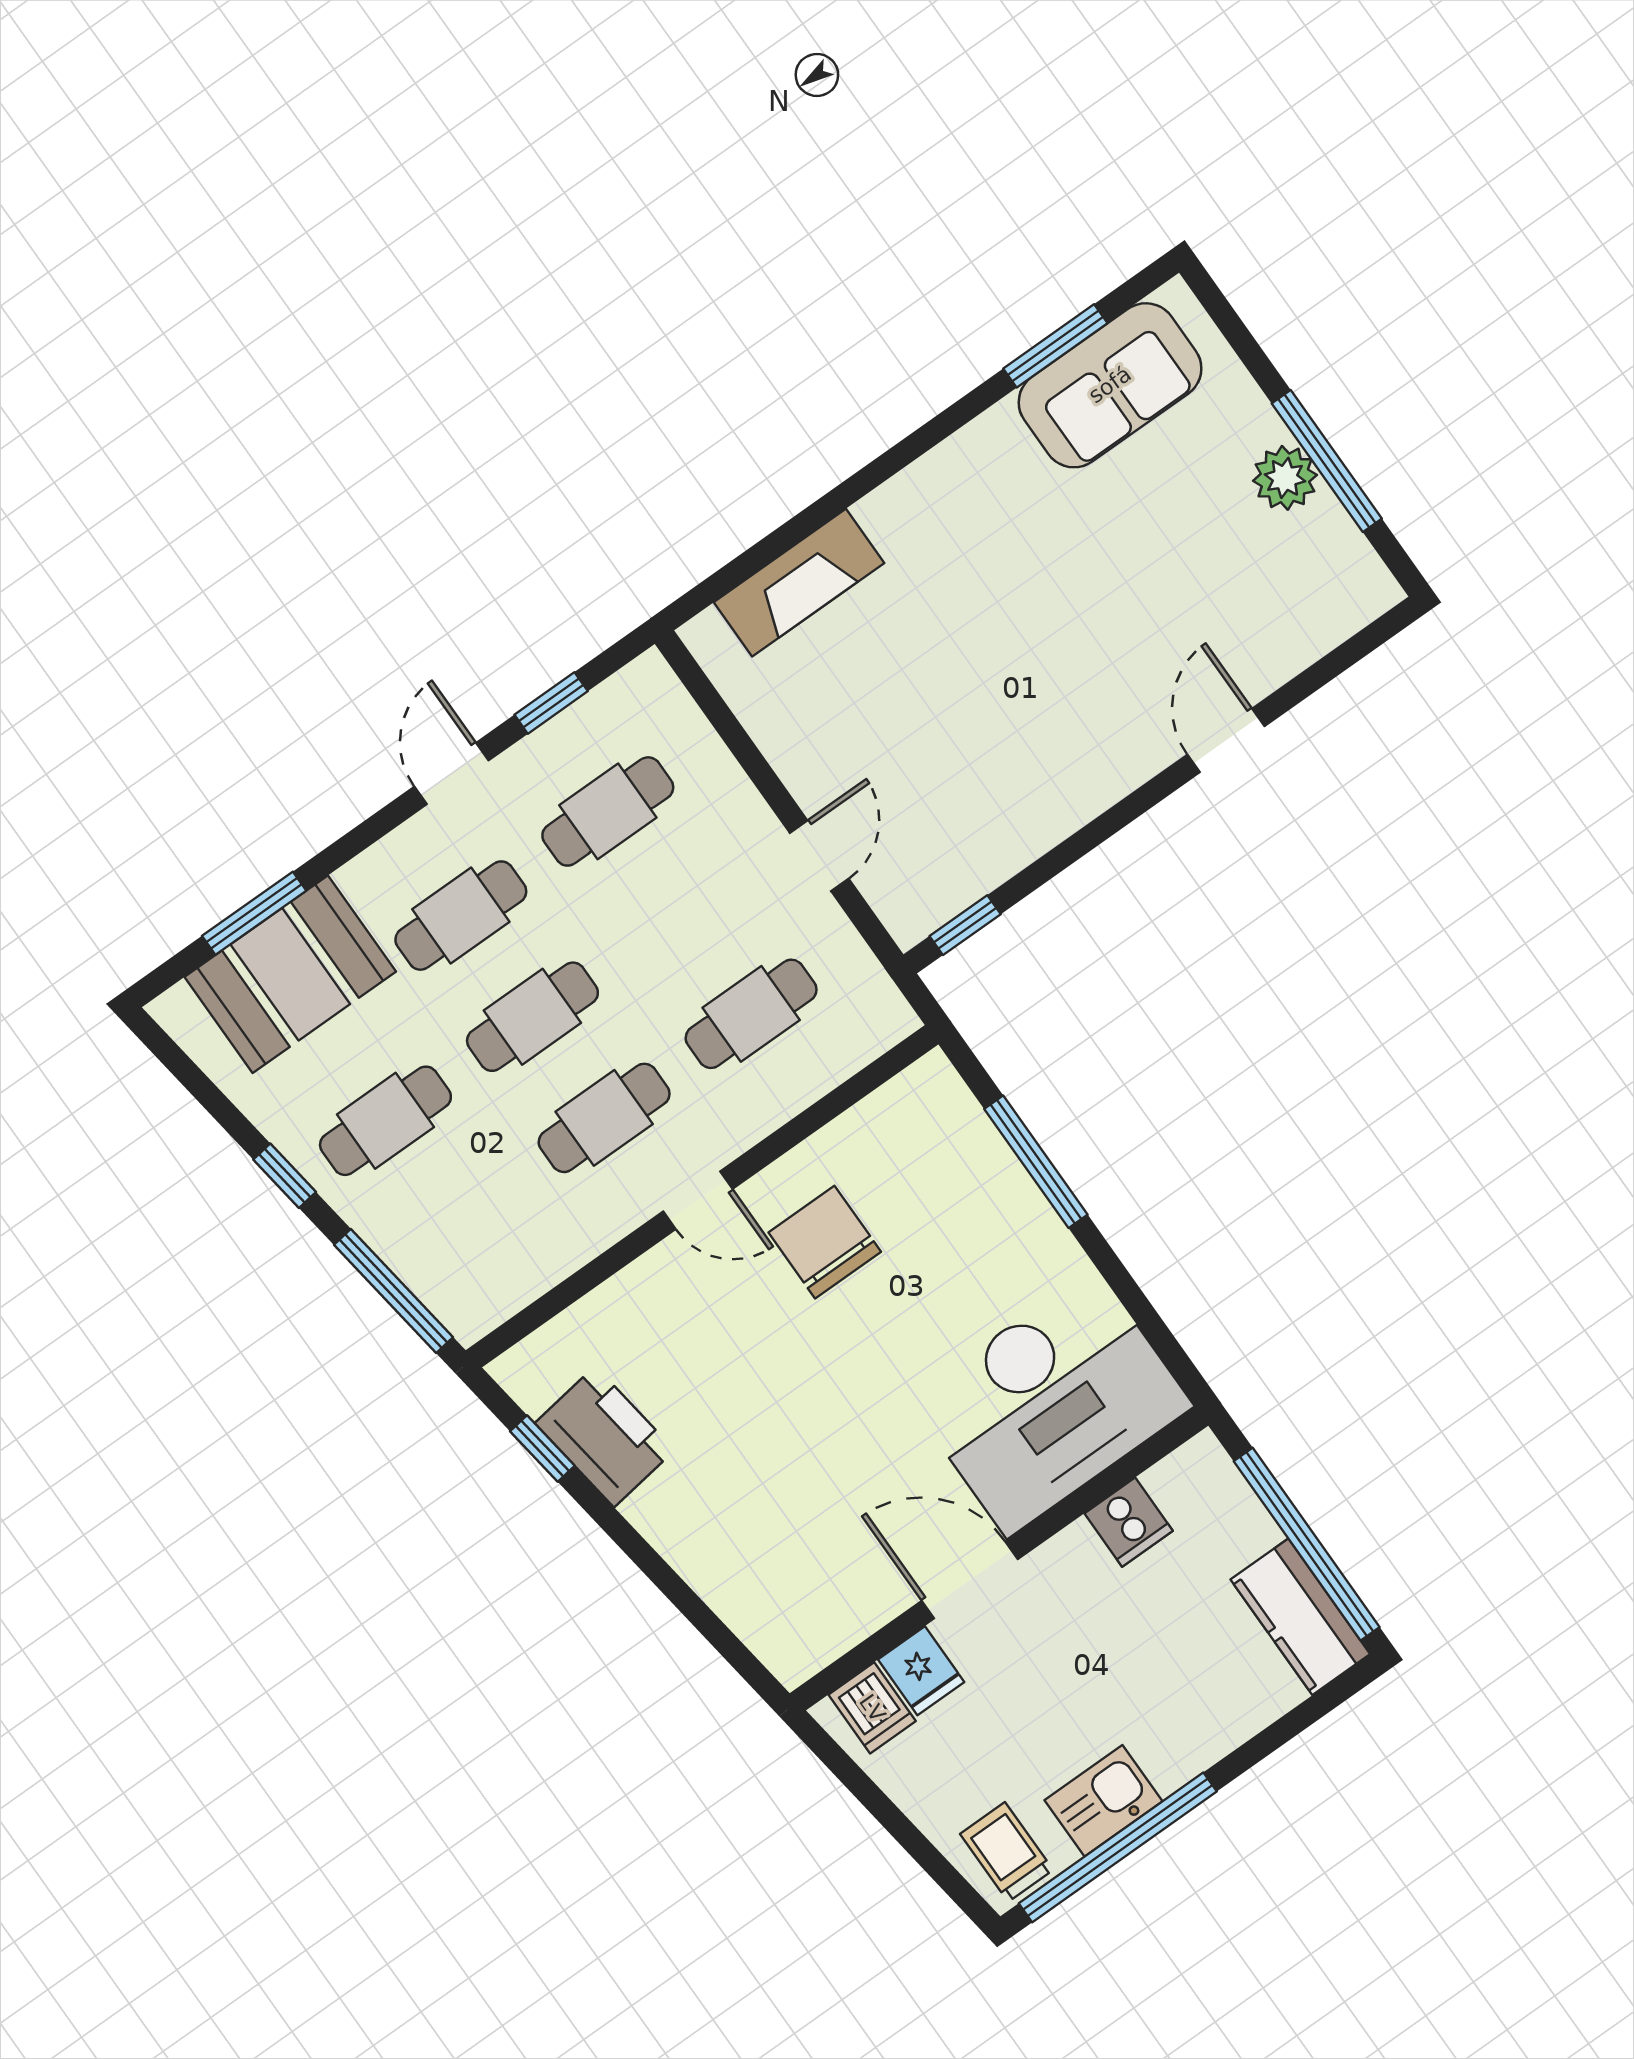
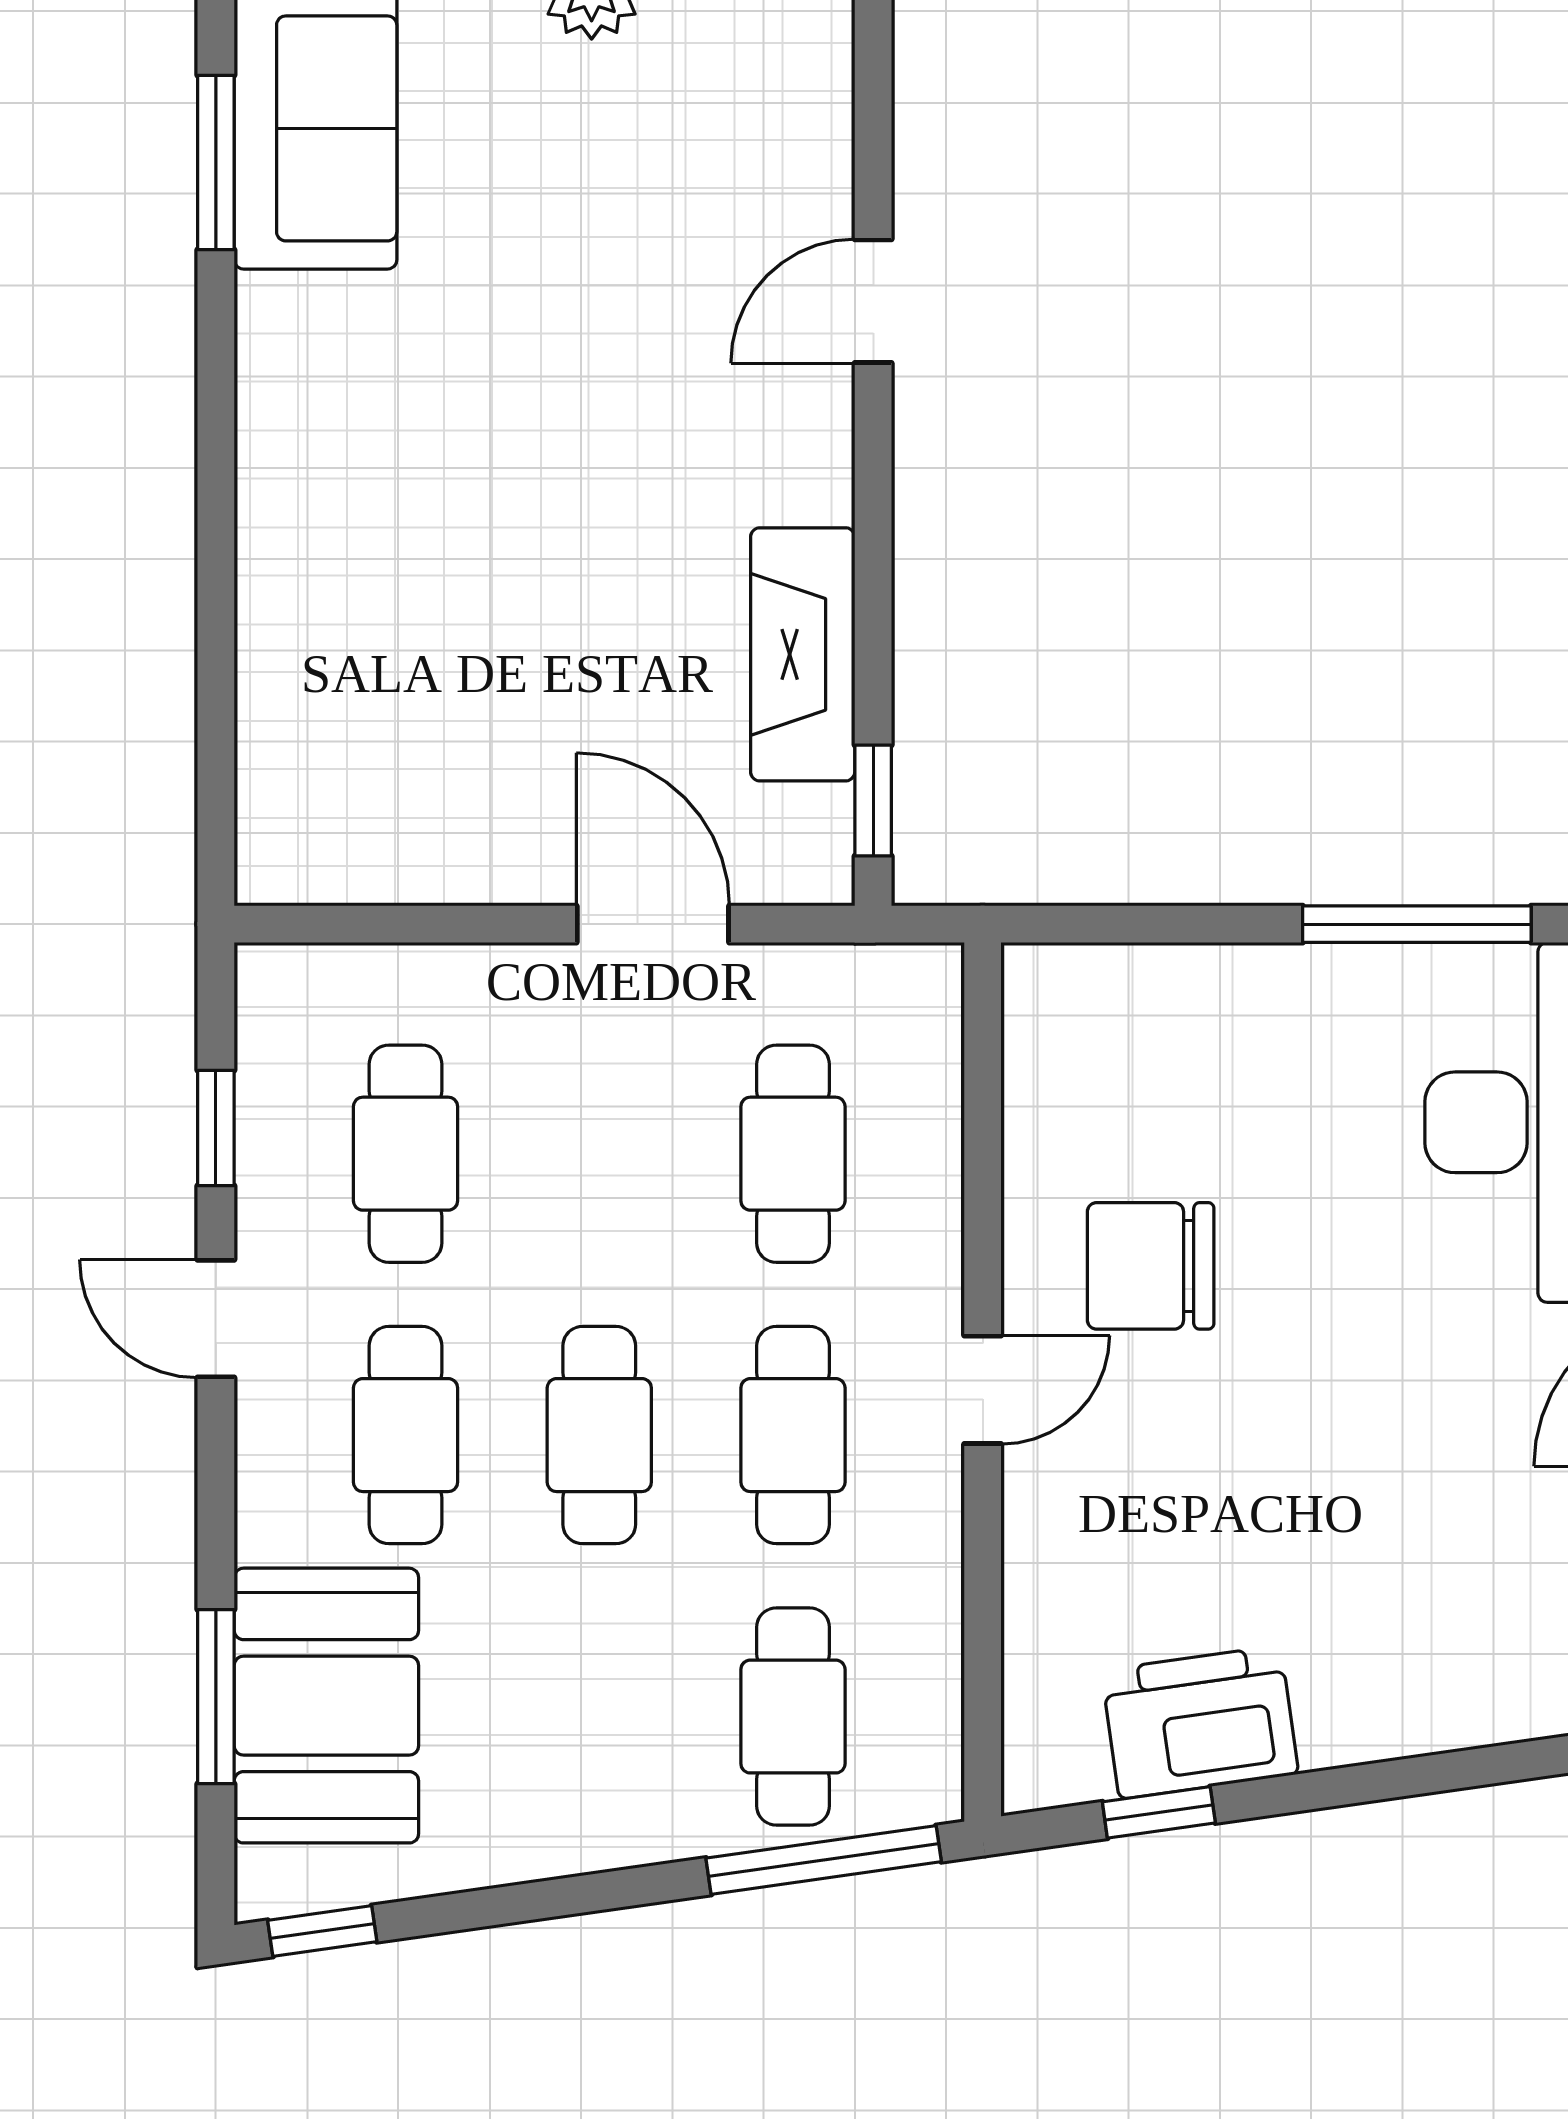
fireplace: (799, 583) -> (803, 654), moved, turned 180
door: (1226, 740) -> (873, 301), hinge flipped
door: (819, 856) -> (653, 924), width x1.38
cafe table: (385, 1121) -> (793, 1717), moved
window: (1036, 1162) -> (1417, 924), moved
window: (285, 1176) -> (322, 1931), moved

